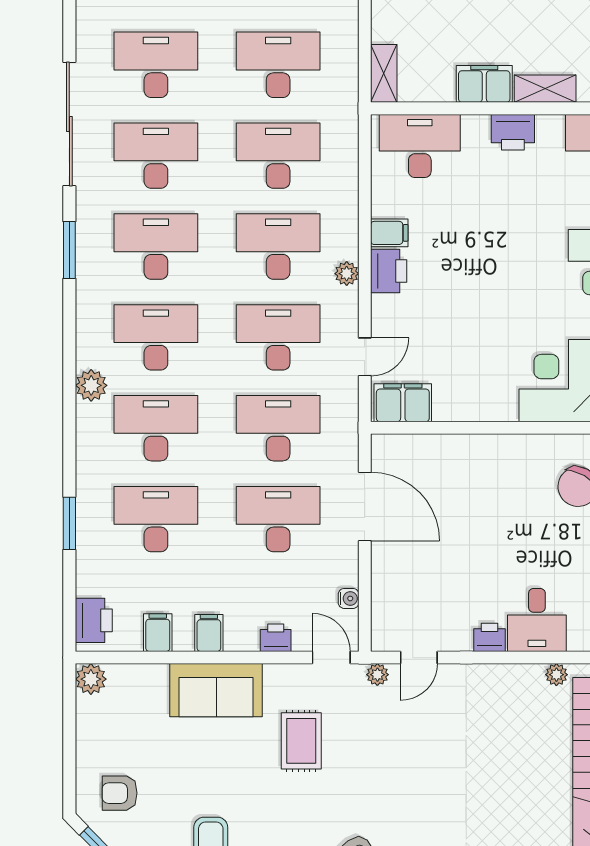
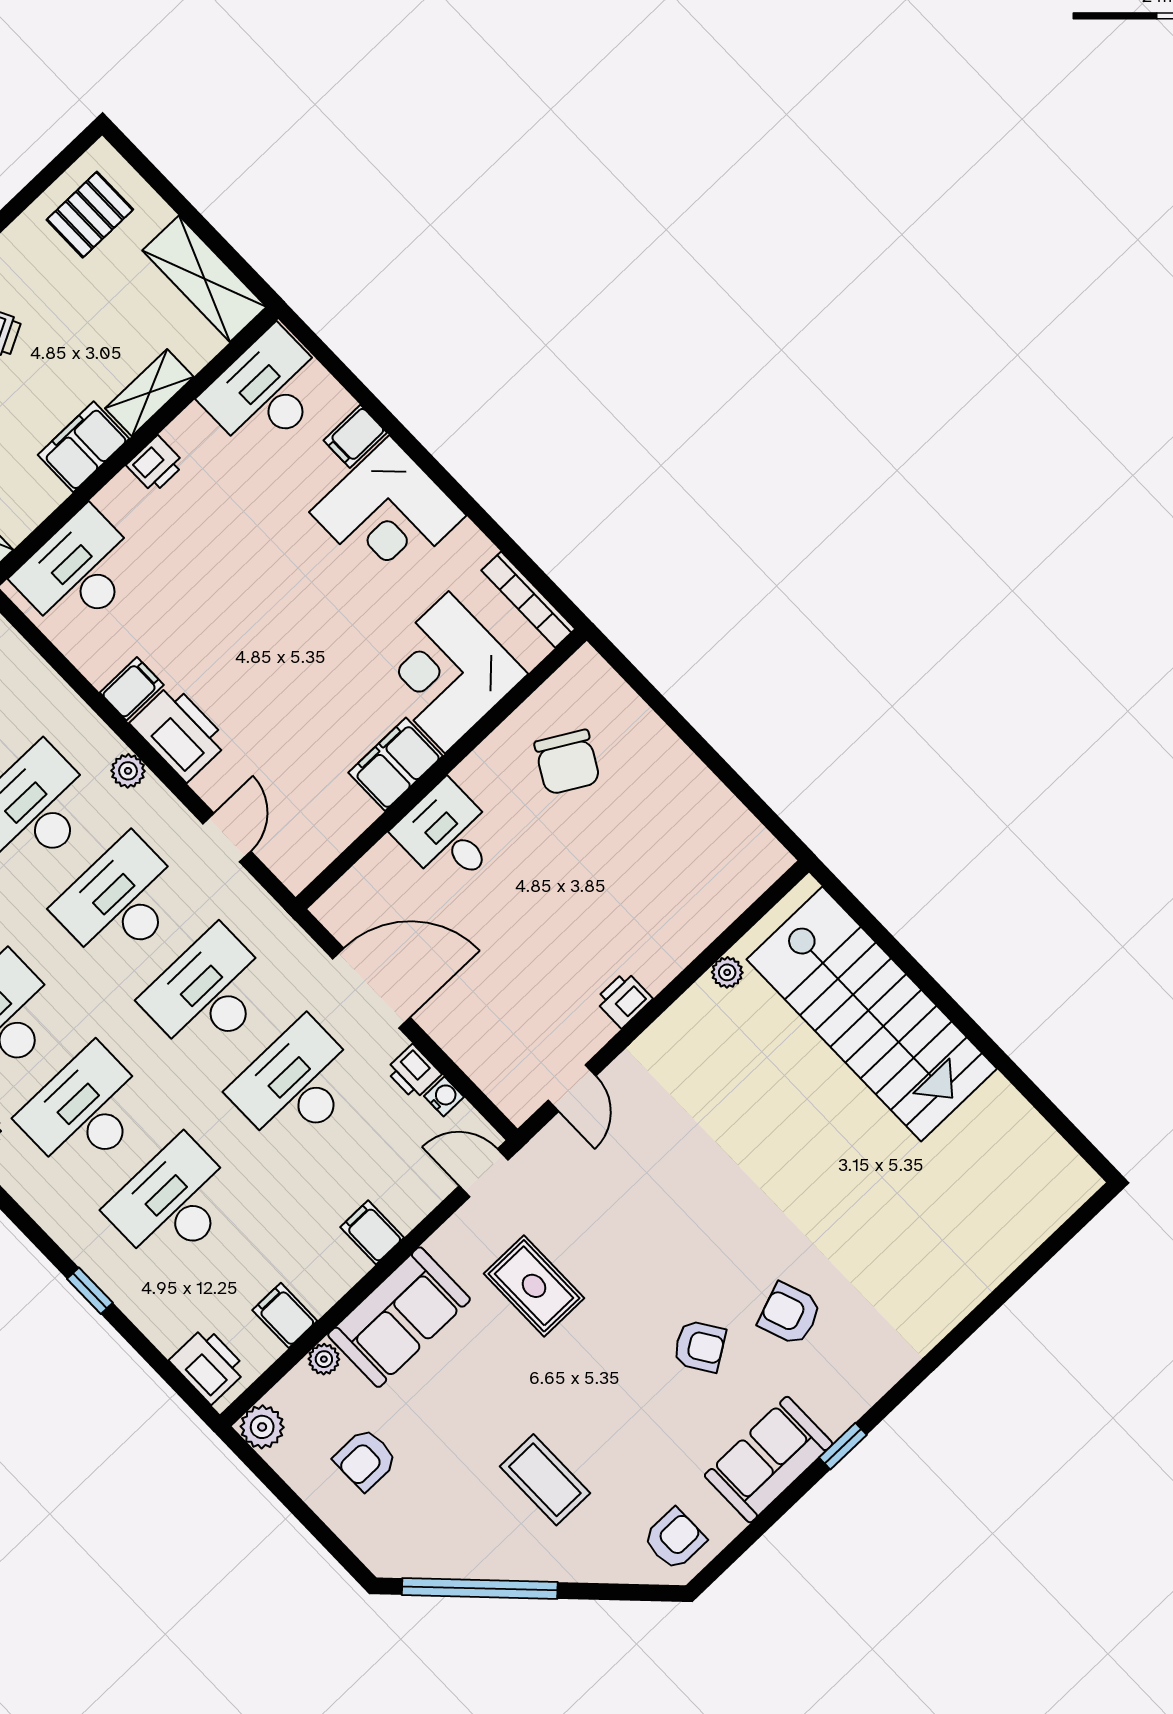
printer: (513, 132) -> (156, 464), width x0.73, depth x0.81
printer: (389, 271) -> (179, 733), width x1.37, depth x1.19
filing cabinet: (403, 403) -> (395, 764), moved
window: (69, 523) -> (90, 1291), width x0.67
desk: (537, 620) -> (448, 835), moved, turned 180
filing cabinet: (209, 633) -> (372, 1232), moved
printer: (276, 638) -> (413, 1072), moved, turned -90
plant: (377, 675) -> (324, 1359), moved
armchair: (120, 793) -> (365, 1459), moved

